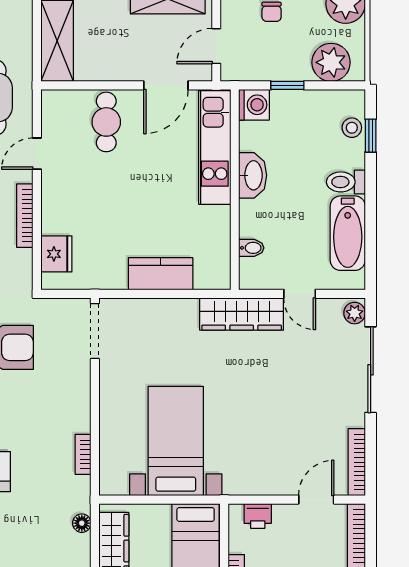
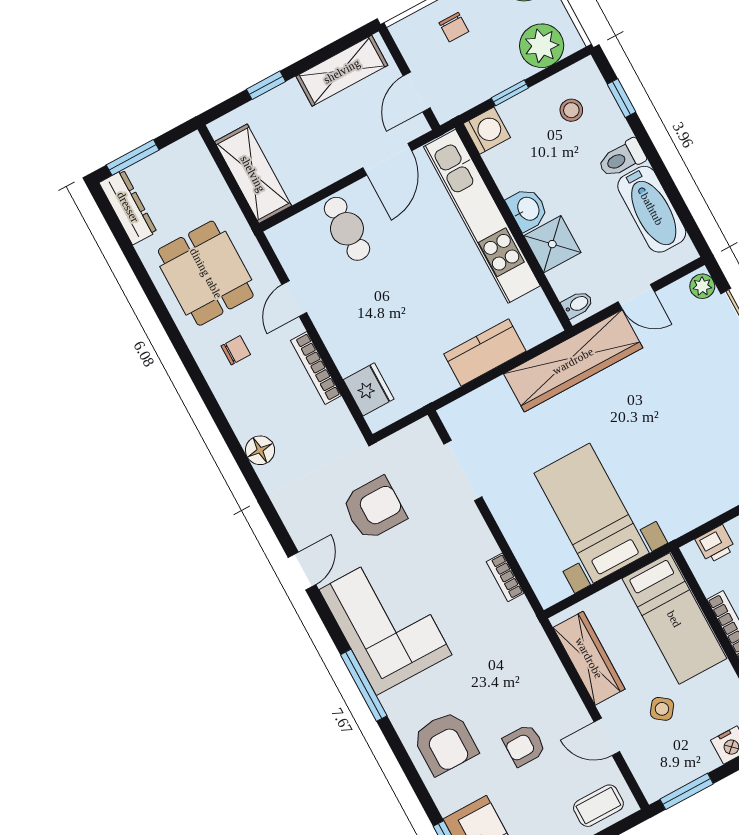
stool: (352, 128) -> (571, 110), moved
kitchen unit: (215, 147) -> (482, 216), width x1.36
washbasin: (253, 175) -> (528, 209), width x0.72
shower: (257, 219) -> (552, 244), added
bidet: (251, 248) -> (577, 304), moved
wardrobe: (242, 314) -> (573, 361), width x1.40, depth x1.17
doorway: (95, 331) -> (463, 470), moved
floor lamp: (82, 523) -> (541, 648), removed

